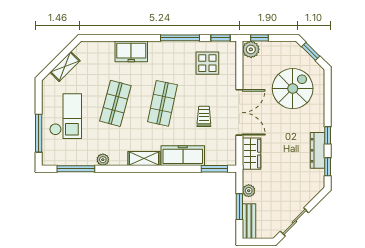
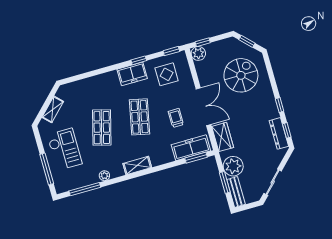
window: (180, 38) -> (139, 60), width x0.46
freezer: (131, 51) -> (132, 74), moved
dresser: (317, 150) -> (279, 133), moved
freezer: (183, 156) -> (191, 148), moved
plant: (249, 191) -> (233, 166), width x1.88, depth x1.88

